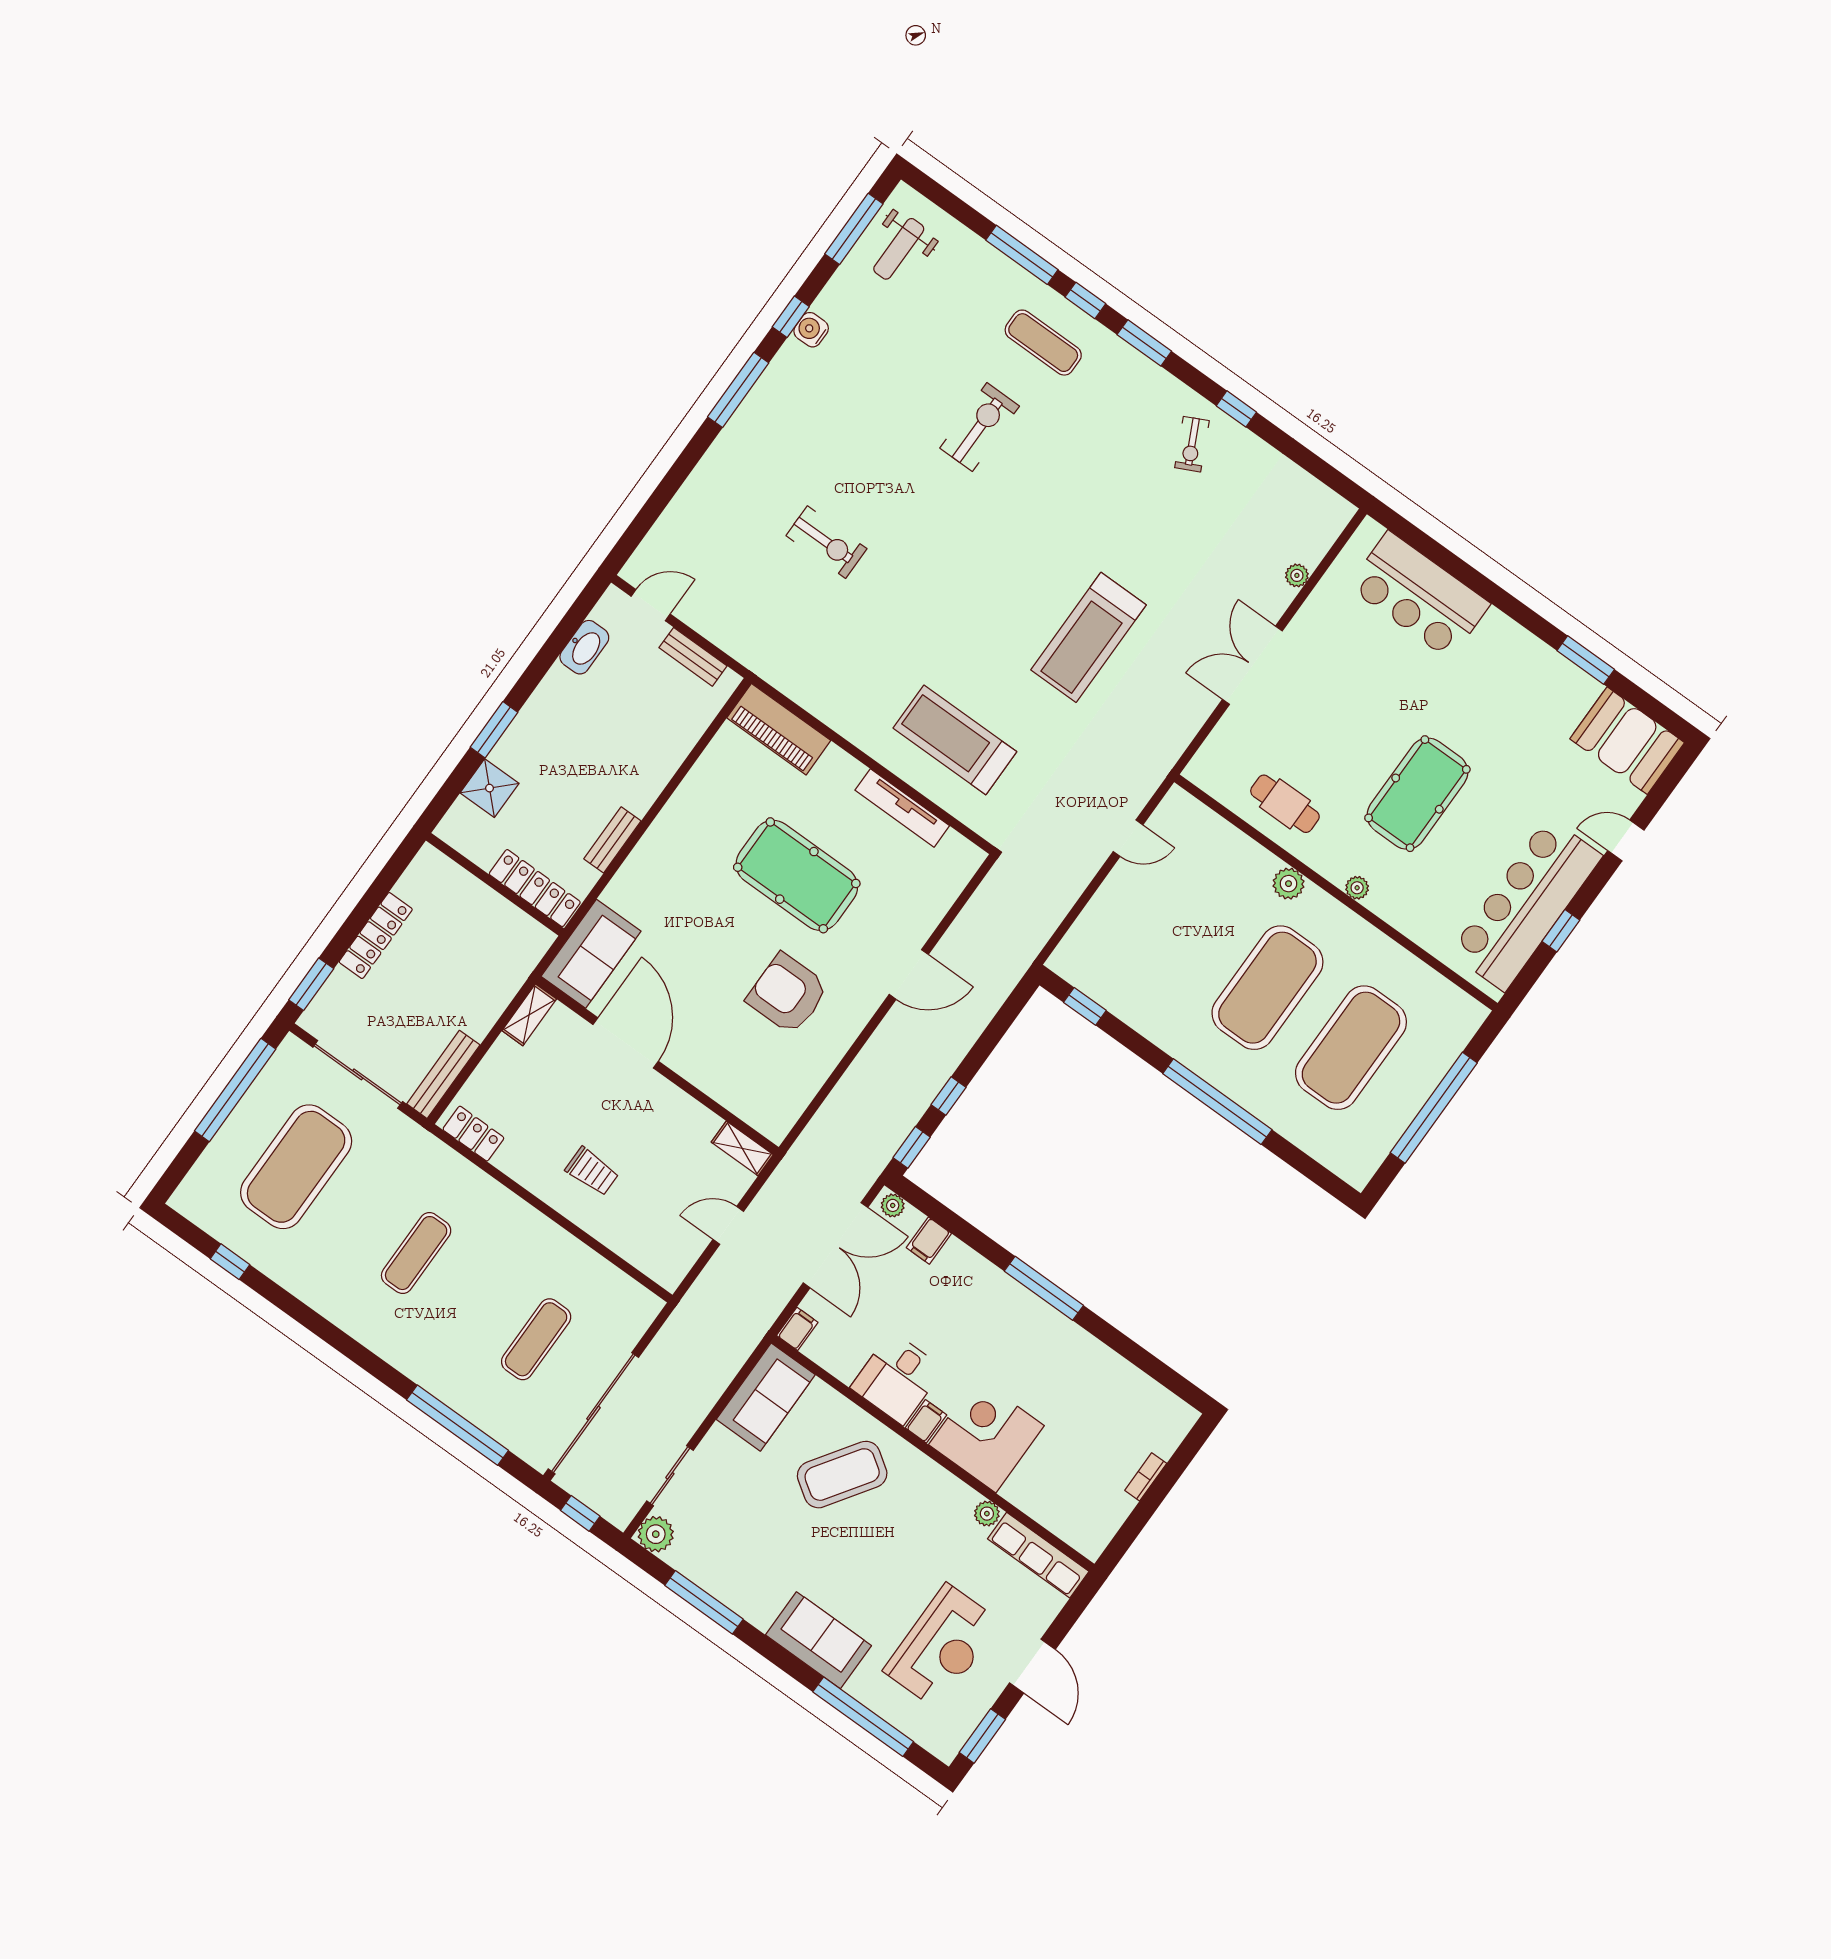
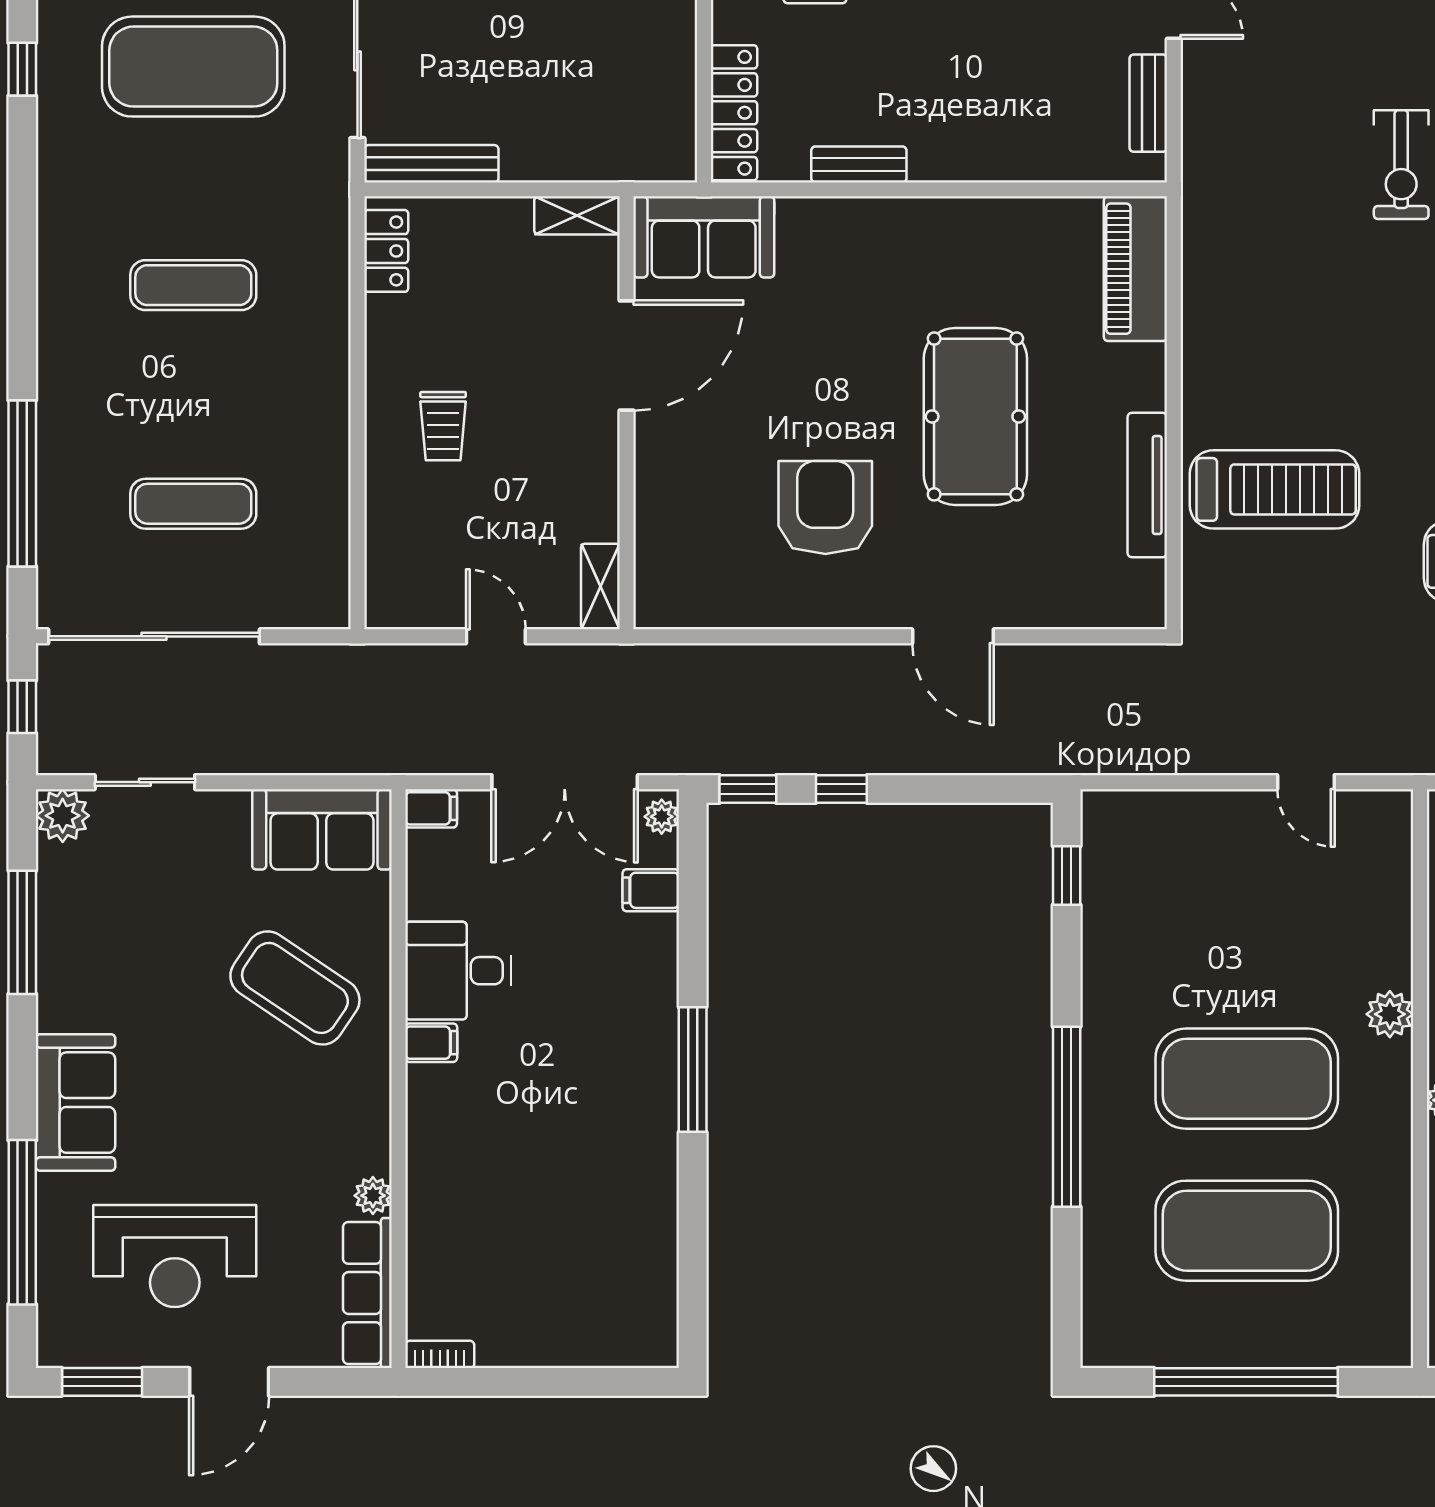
treadmill: (955, 740) -> (1274, 489), turned 90
corner desk: (986, 1435) -> (467, 1127), removed
bookcase: (1146, 1477) -> (440, 1354), moved

